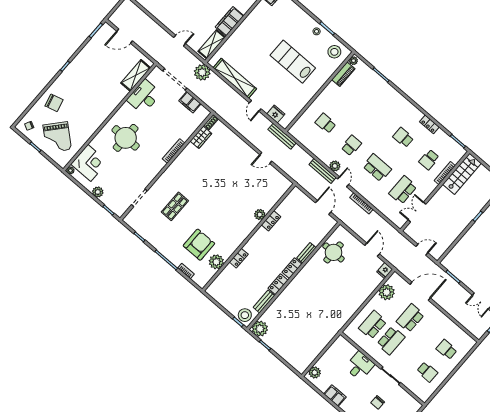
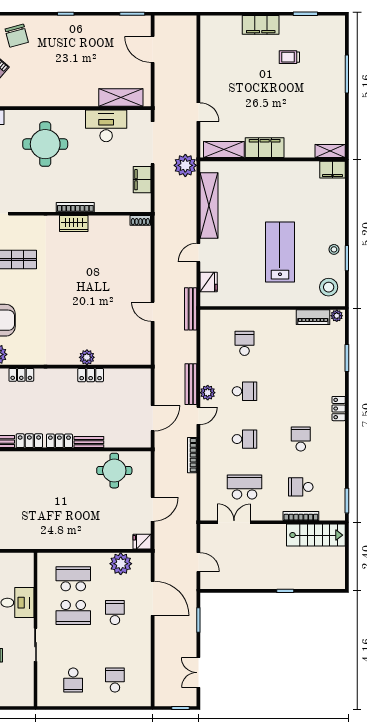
locker: (429, 124) -> (339, 409), moved
wardrobe: (201, 137) -> (74, 224), moved
school desk: (377, 168) -> (245, 439), width x0.54
school desk: (410, 318) -> (115, 613), width x0.54

